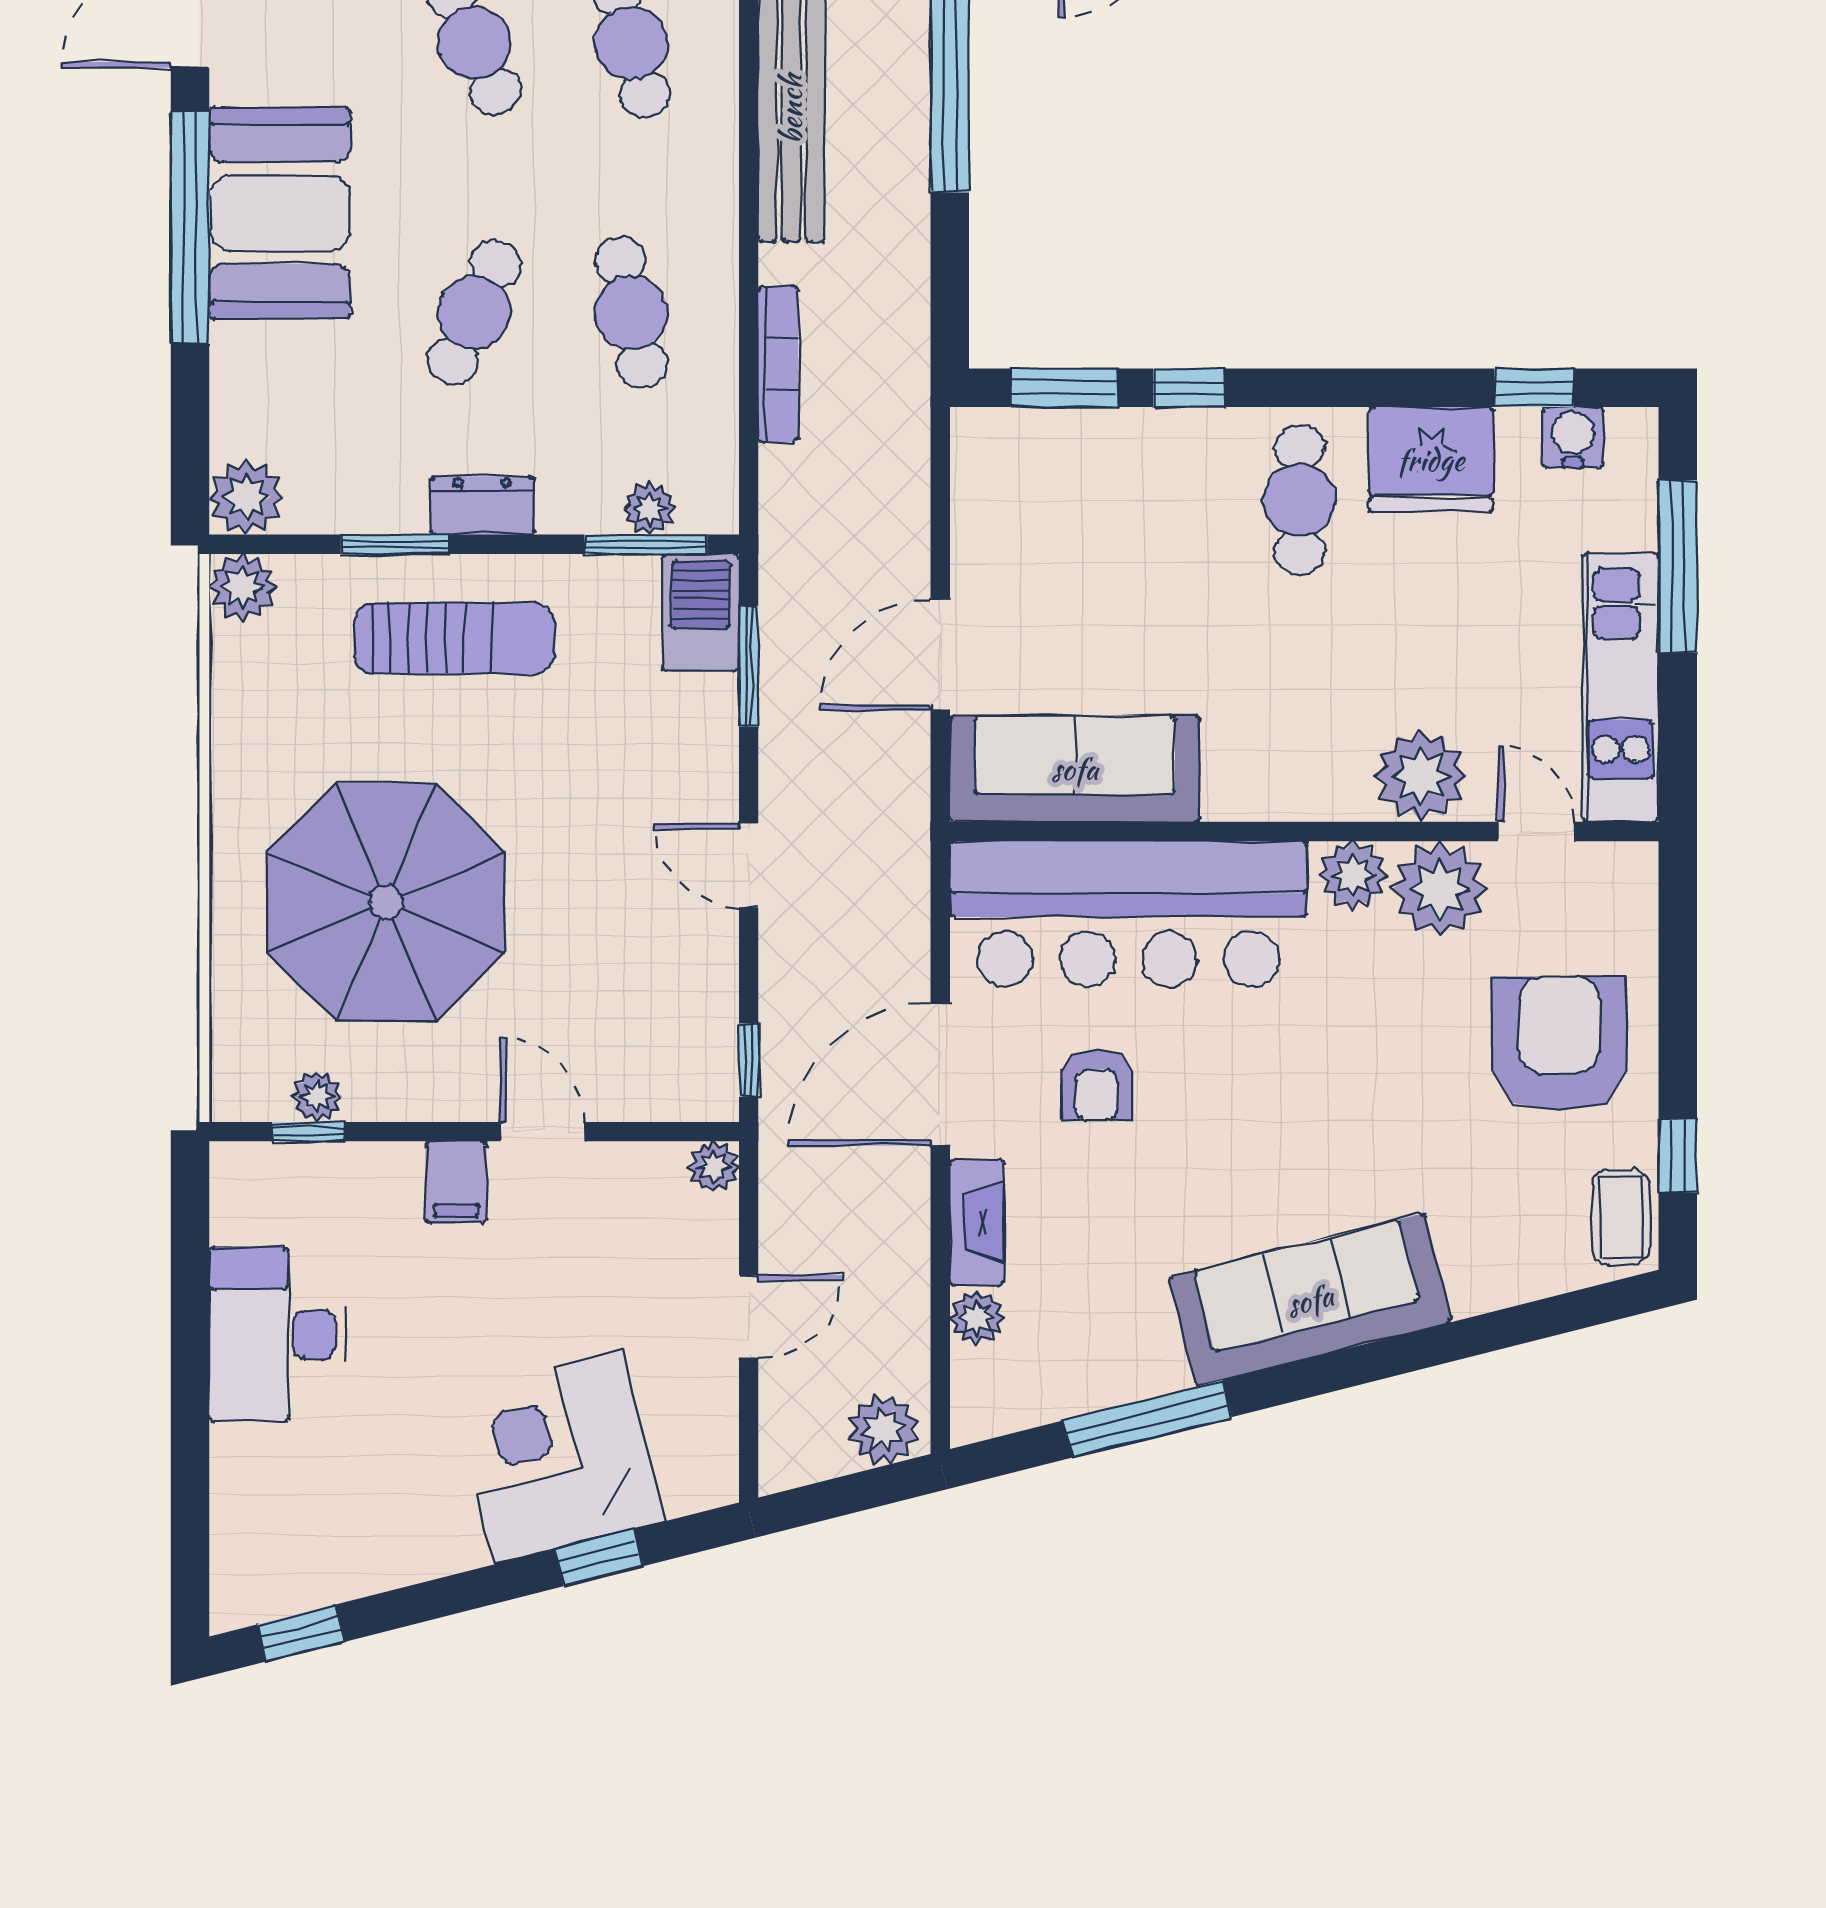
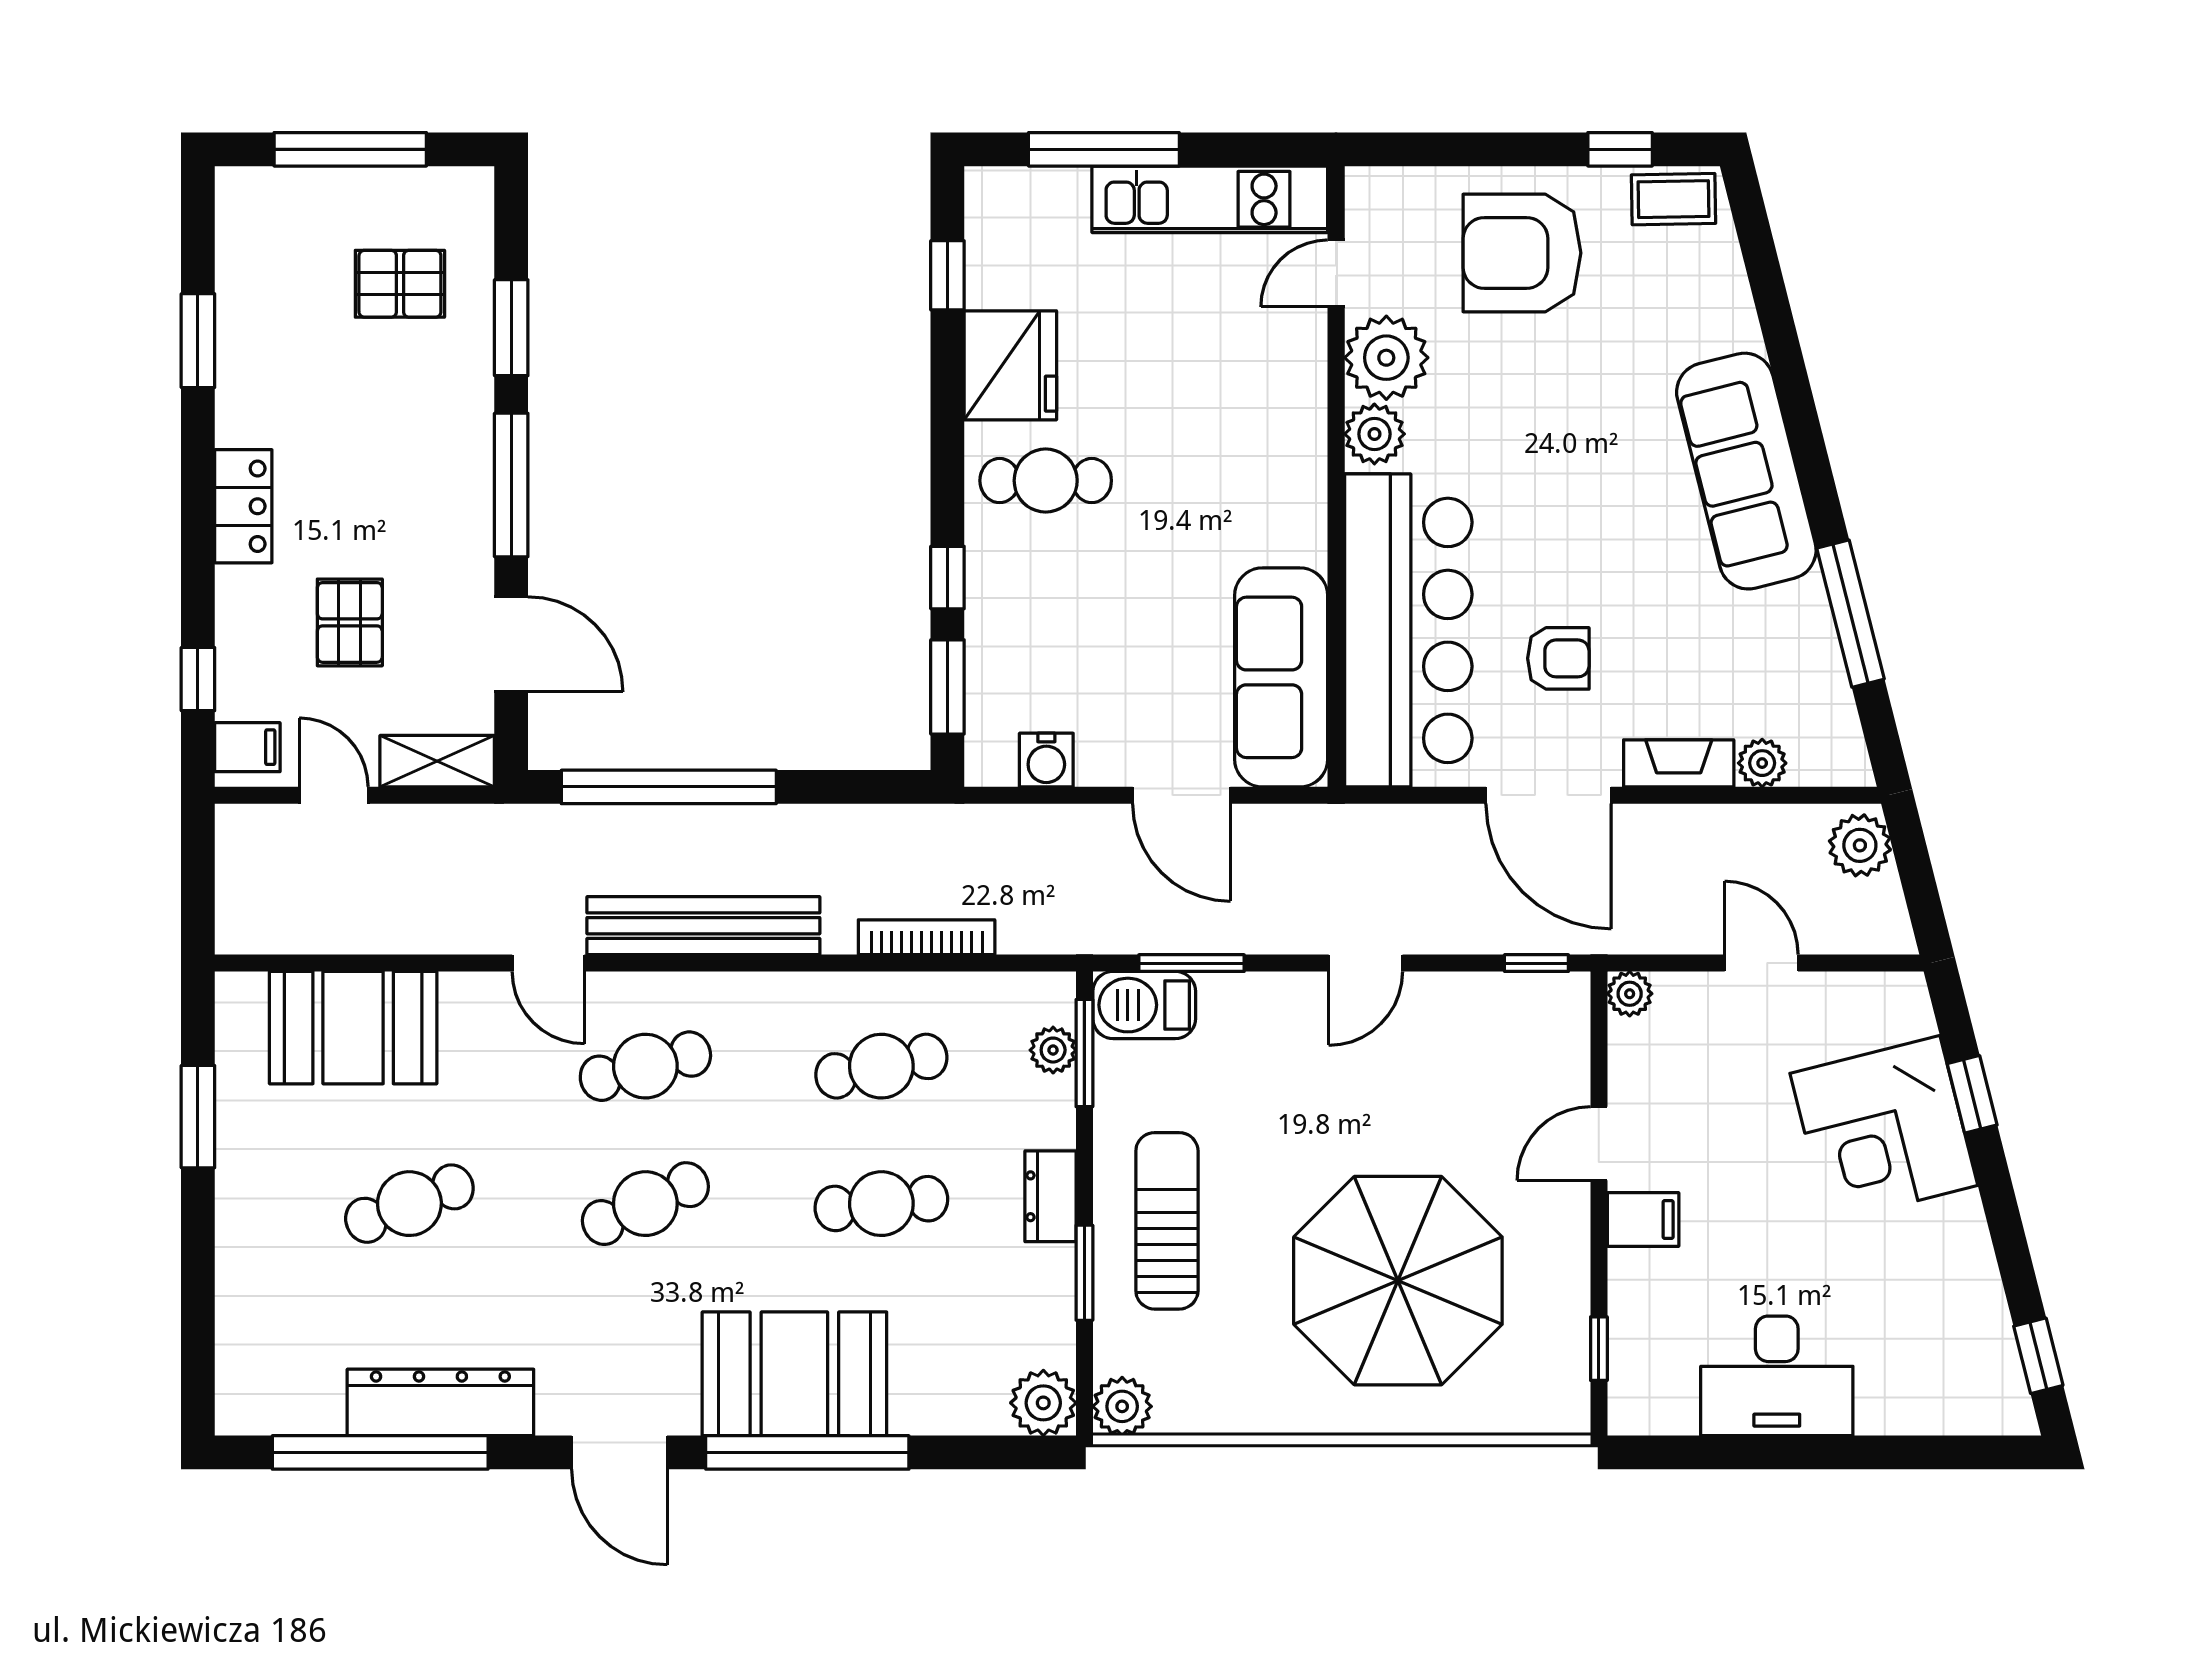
cafe table: (474, 312) -> (881, 1204), turned -30
water cooler: (1573, 438) -> (1046, 760), moved, turned -90
plant: (1421, 776) -> (1287, 374), removed
plant: (317, 1097) -> (1568, 1341), removed

